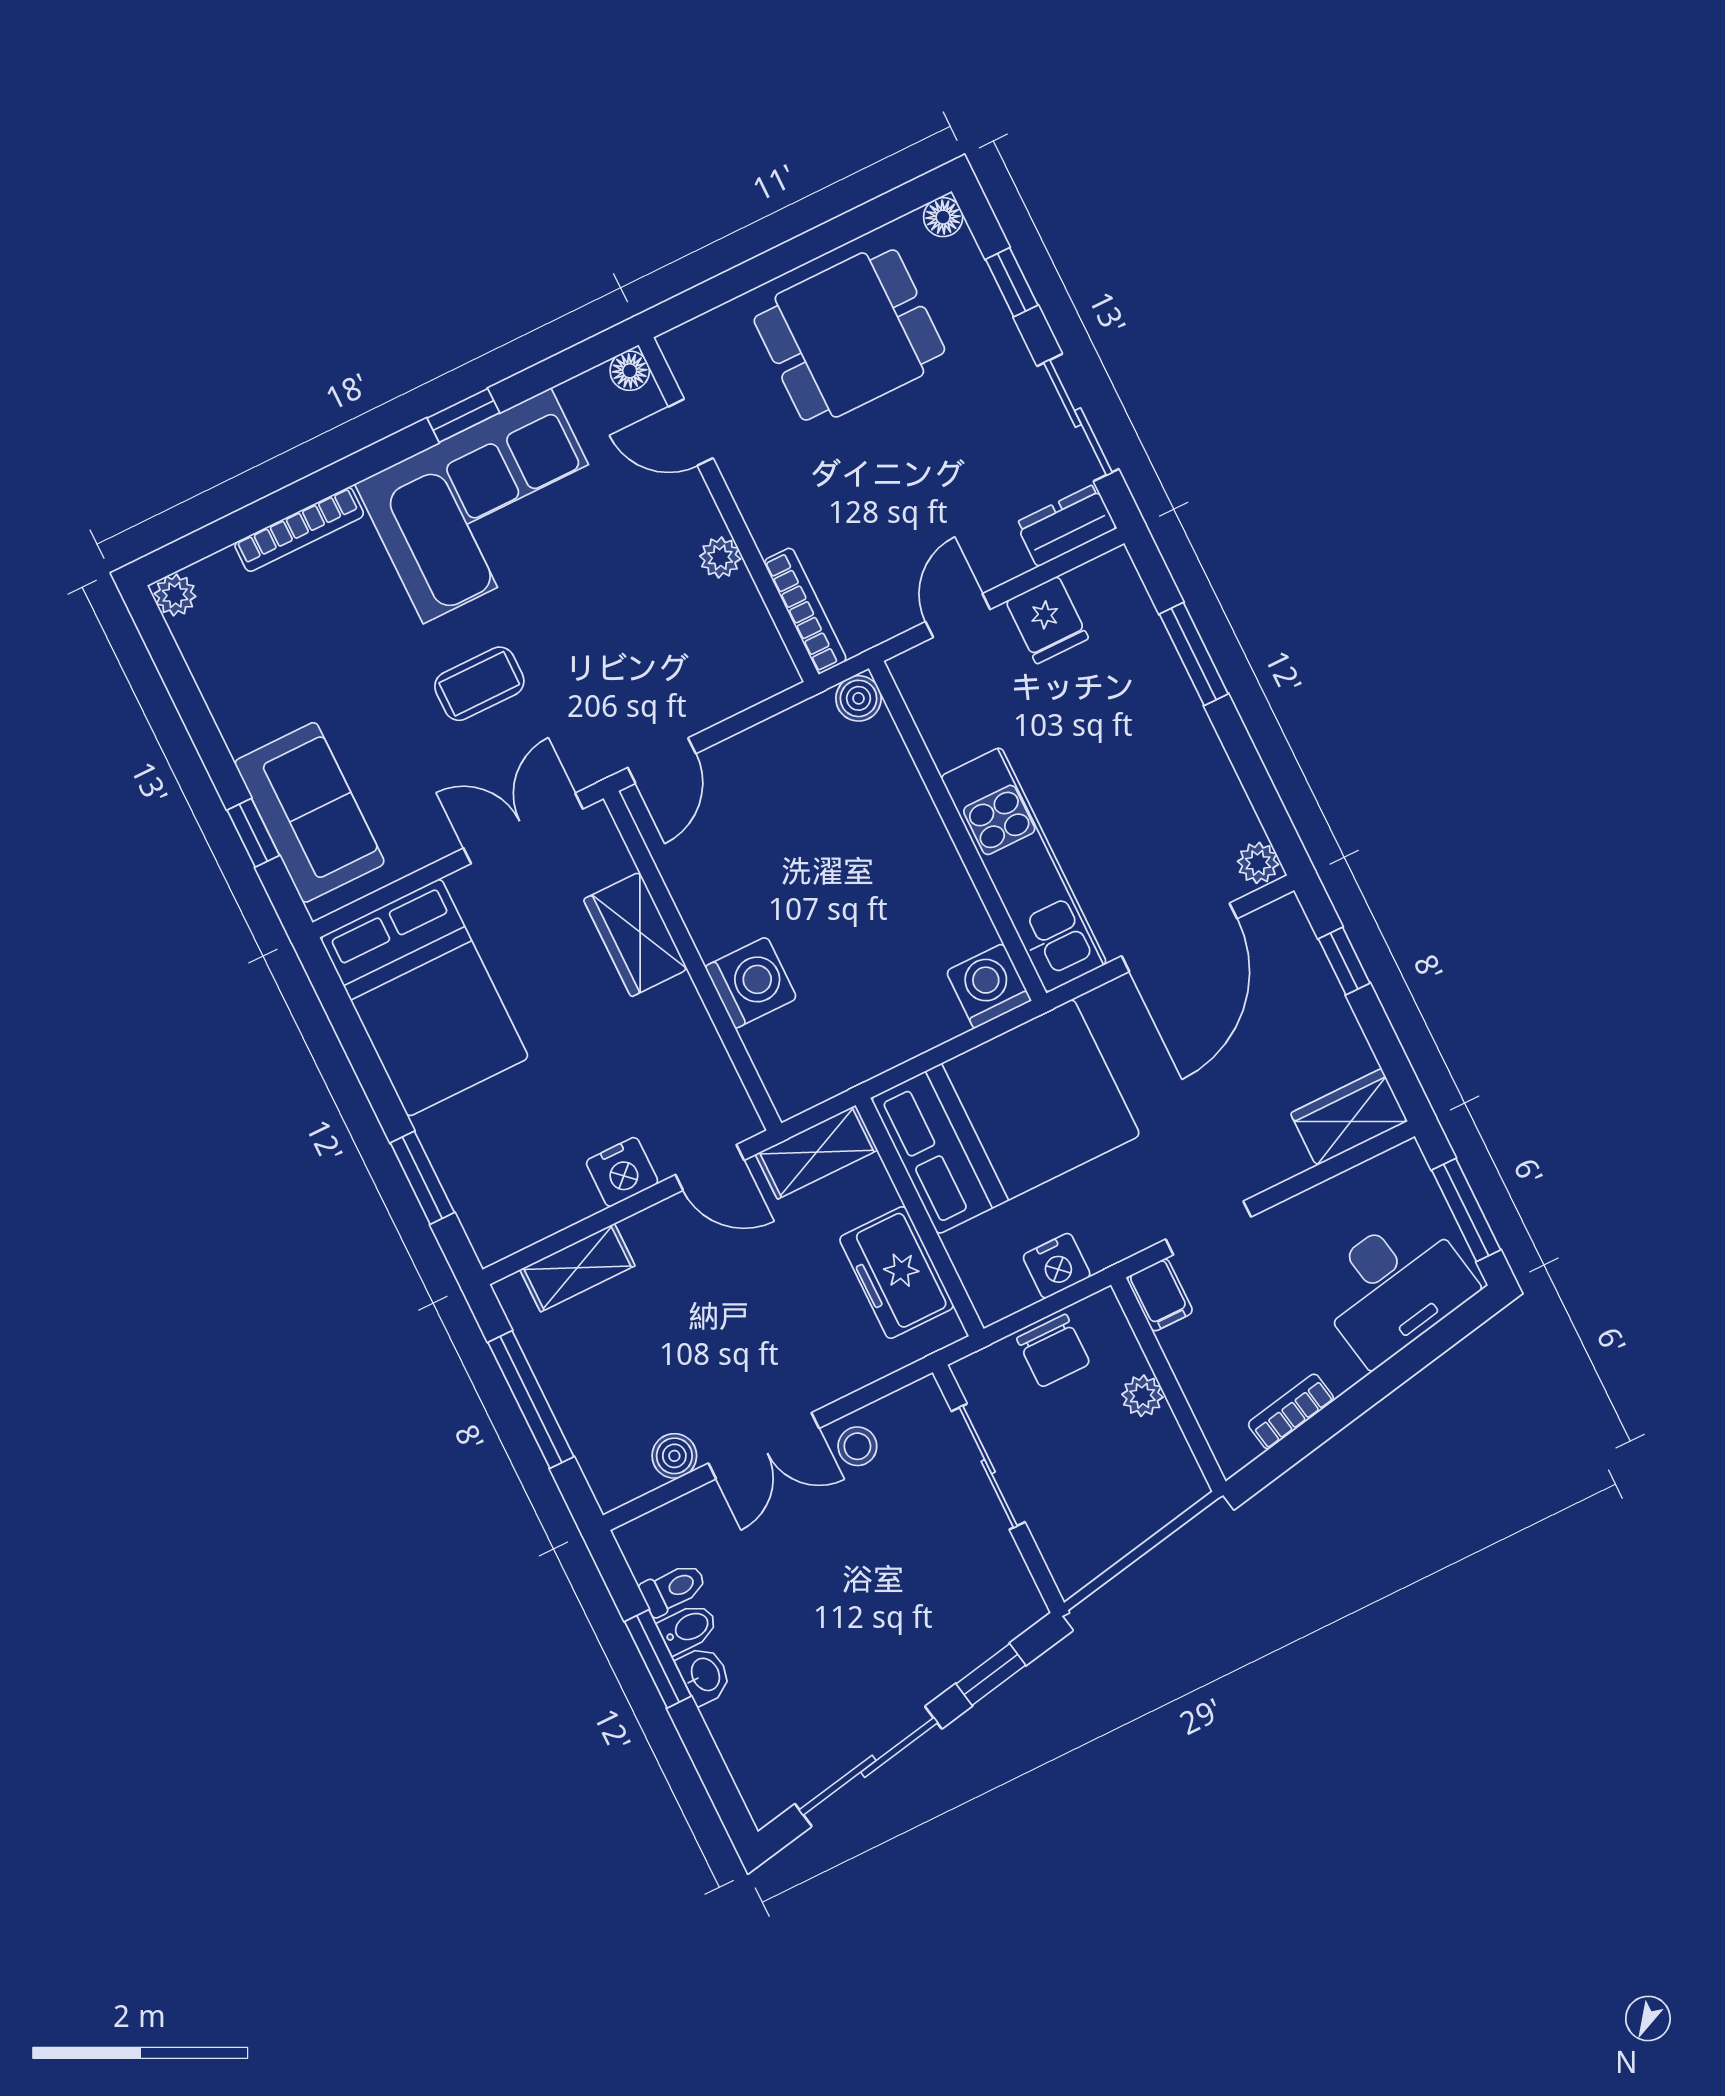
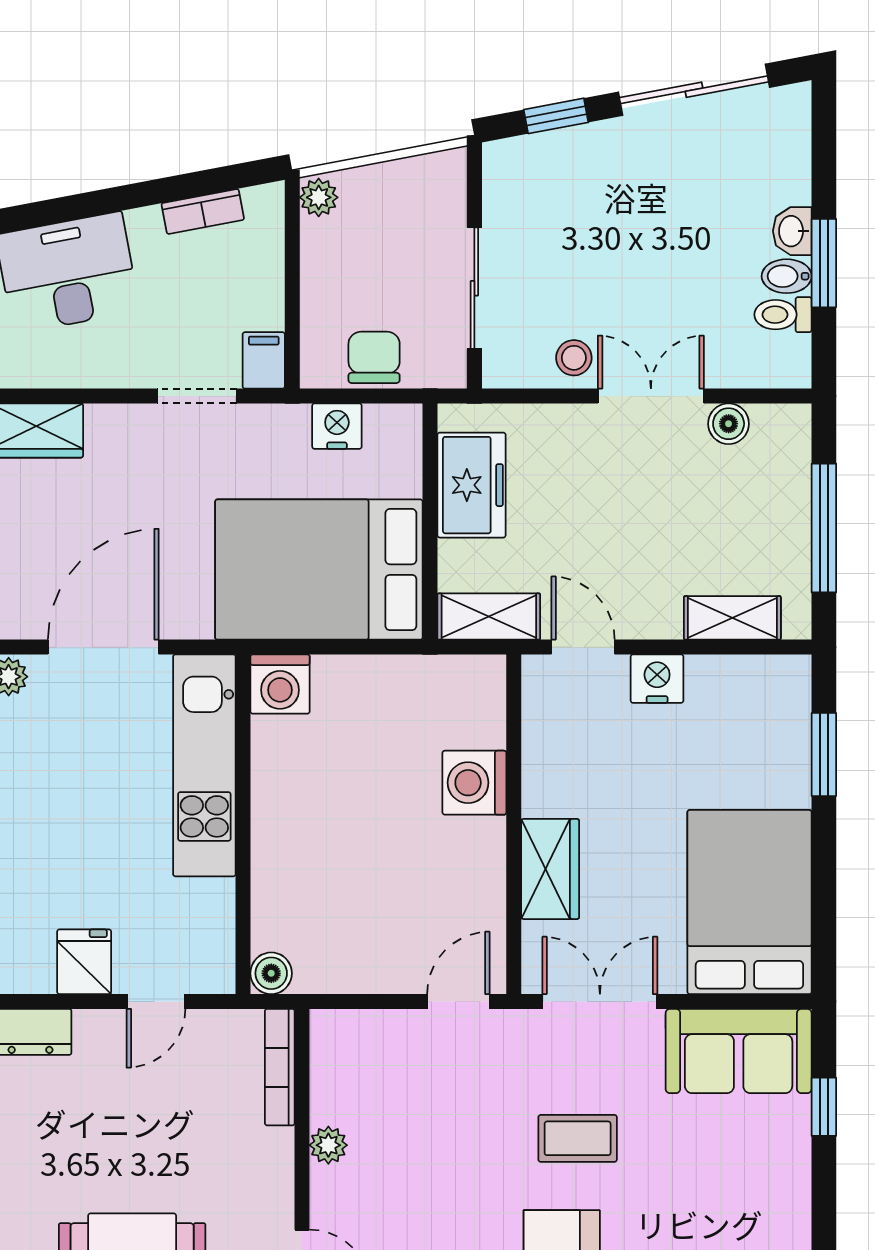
sofa: (309, 812) -> (739, 1051), moved, turned -90
double door: (523, 828) -> (600, 1001), swing flipped
plant: (1142, 1396) -> (319, 197), moved

